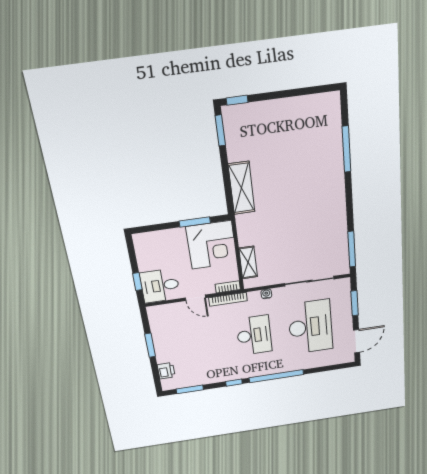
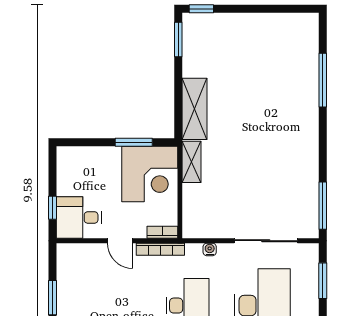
shelving: (248, 262) -> (192, 162), moved

